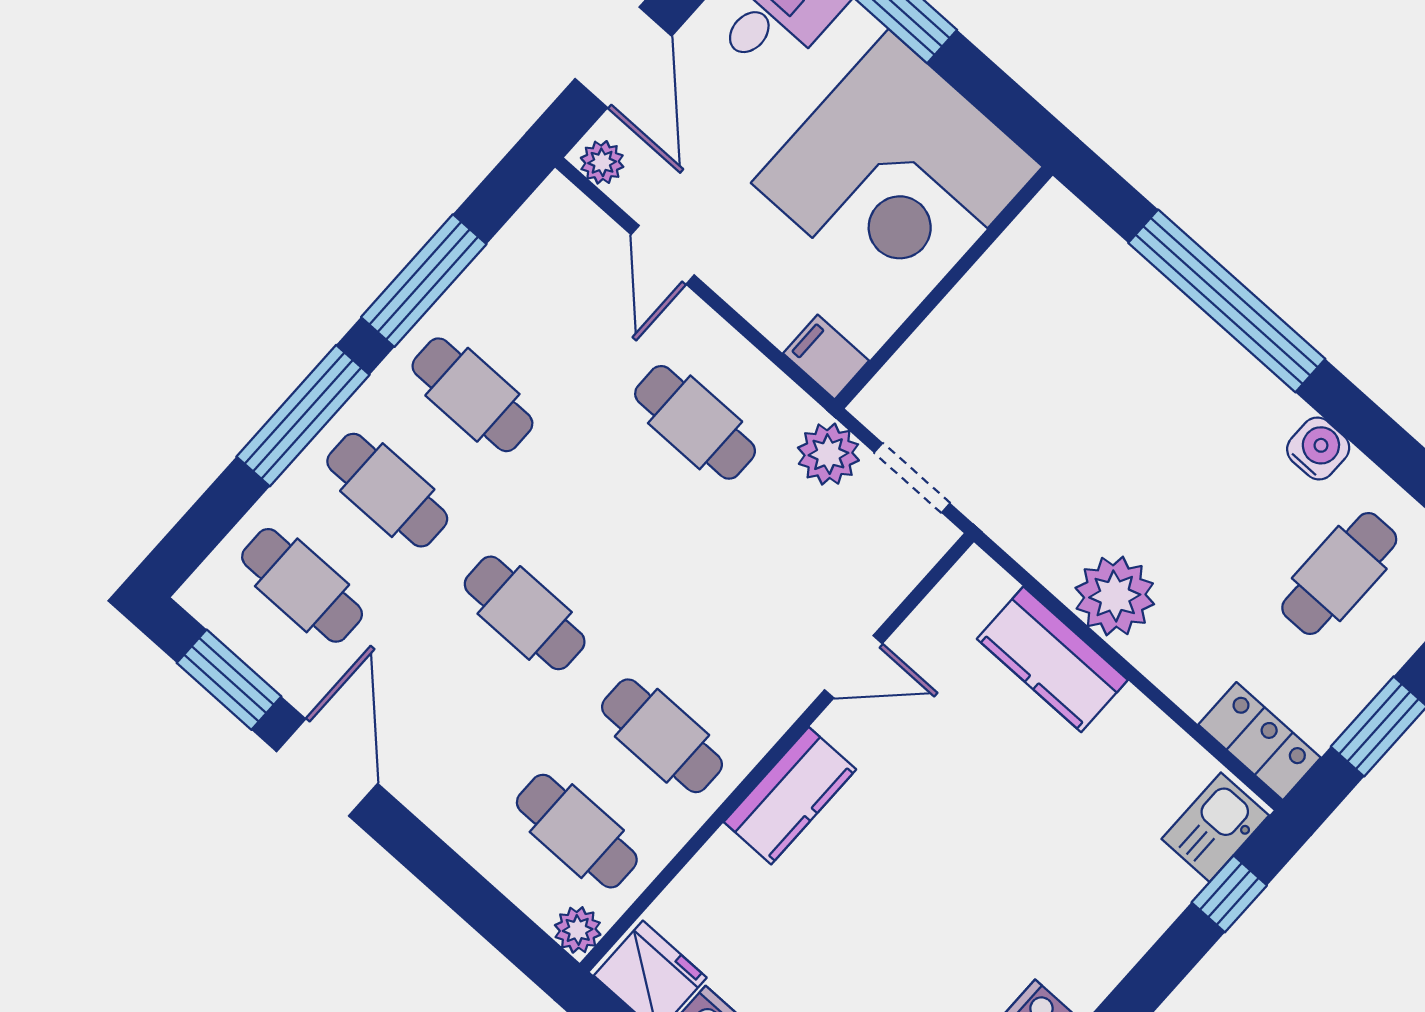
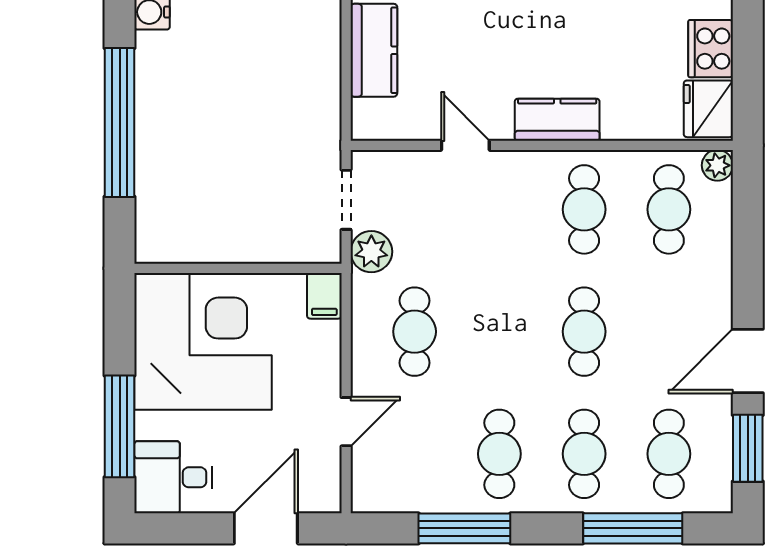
plant: (602, 162) -> (327, 493), removed
window: (303, 416) -> (633, 528), moved
plant: (1115, 596) -> (315, 47), removed

